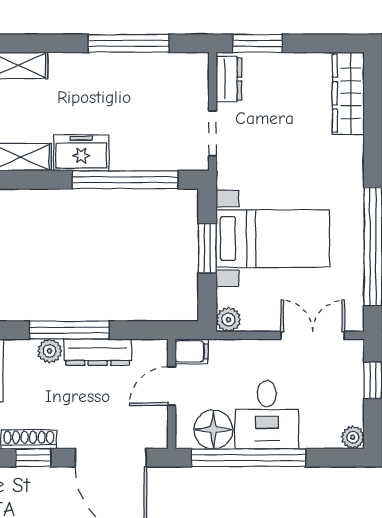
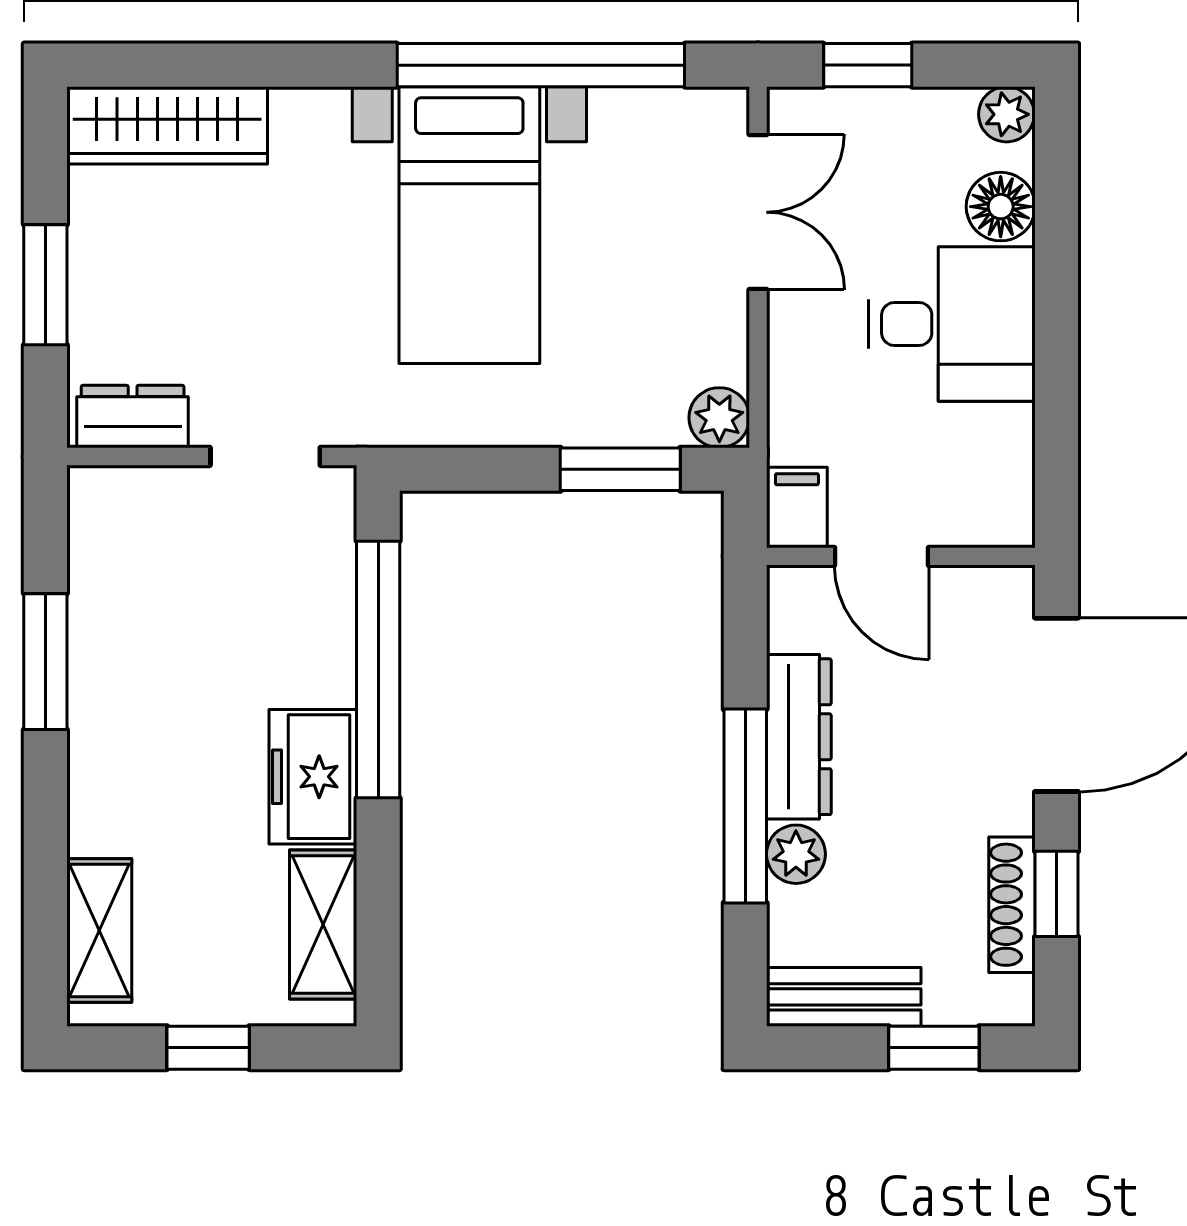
window: (128, 43) -> (45, 662), width x0.69
window: (257, 43) -> (45, 285), moved
bed with nightstands: (273, 239) -> (469, 225), moved, turned 180
window: (207, 248) -> (620, 469), moved
double door: (313, 335) -> (758, 212), swing flipped
floor lamp: (213, 430) -> (1001, 207), moved, width x0.73, depth x0.73
window: (249, 458) -> (1057, 368), removed

